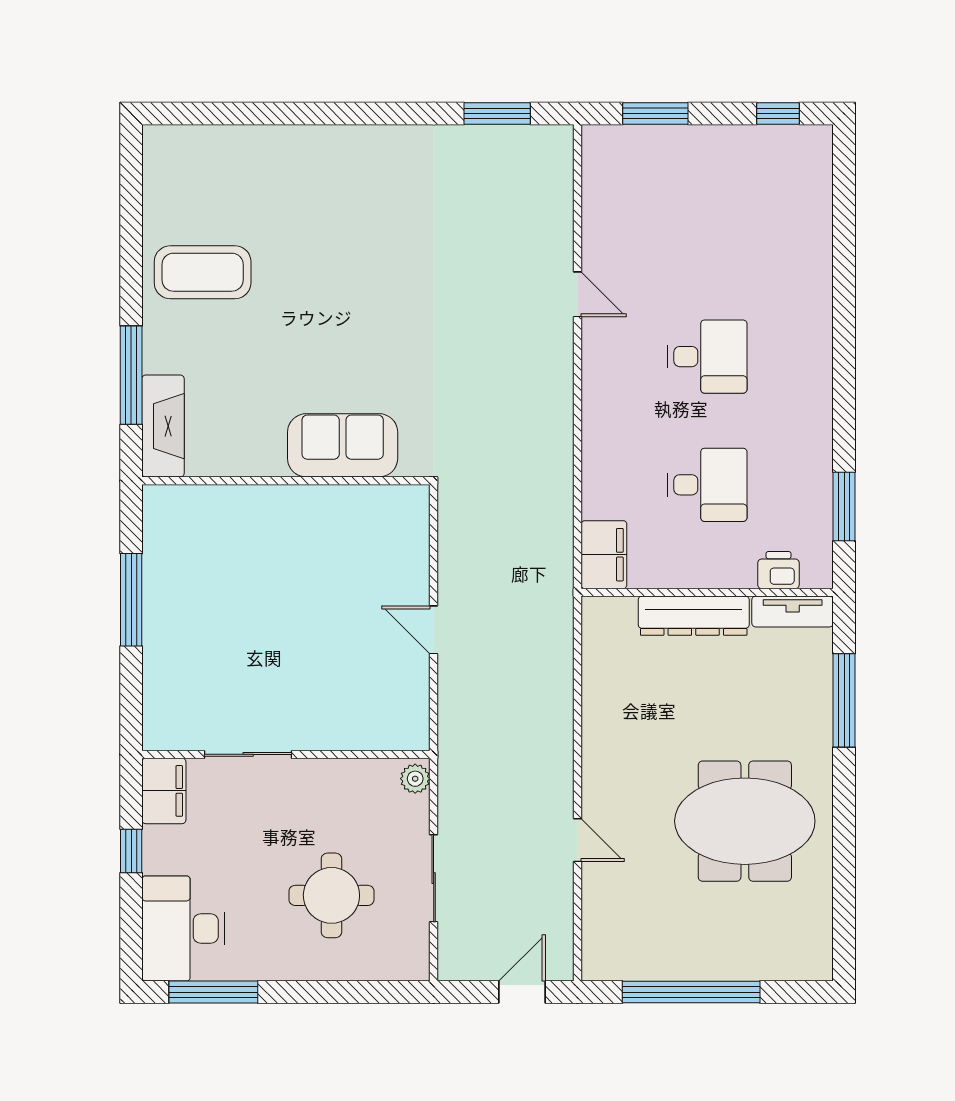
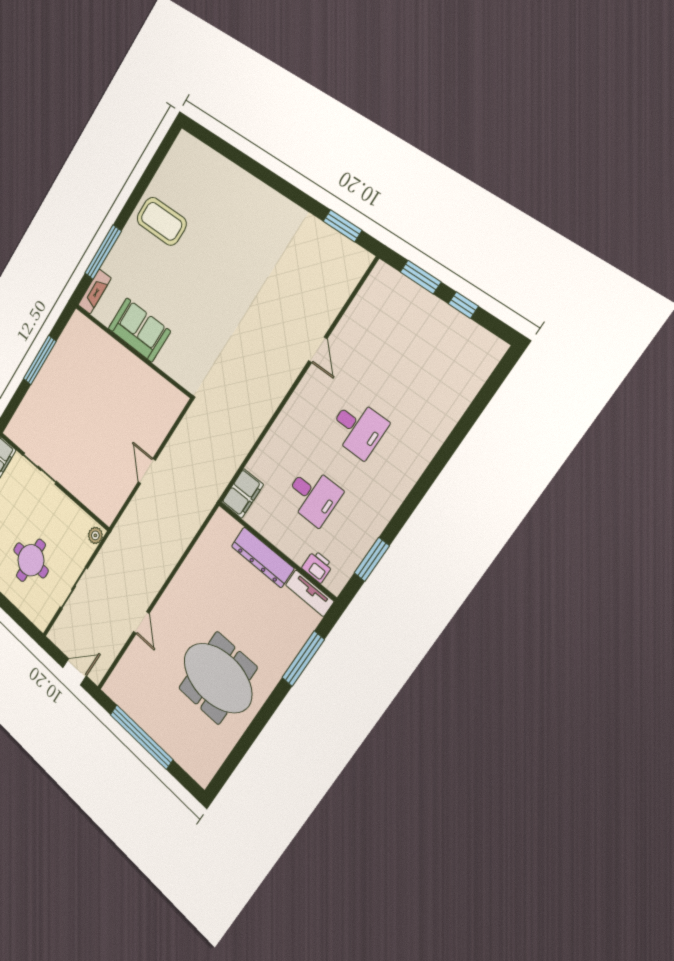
window: (778, 114) -> (463, 305), moved
fireplace: (163, 426) -> (95, 292), width x0.73, depth x0.76
sofa: (343, 445) -> (139, 330), moved

